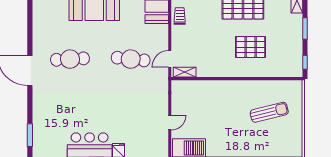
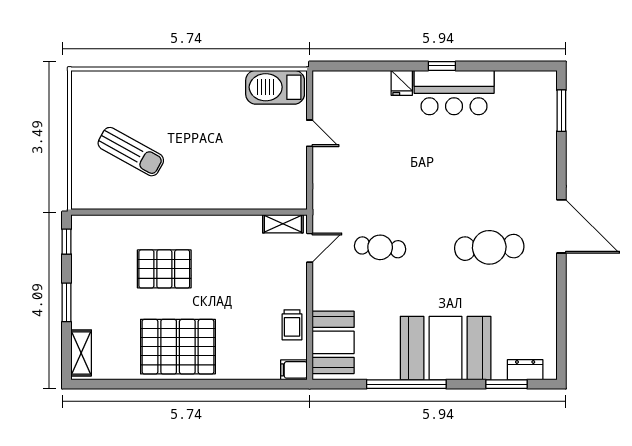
cafe table: (131, 59) -> (380, 247), width x0.73, depth x0.74
sun lounger: (269, 112) -> (131, 152), turned -137
door: (170, 122) -> (310, 133), swing flipped

